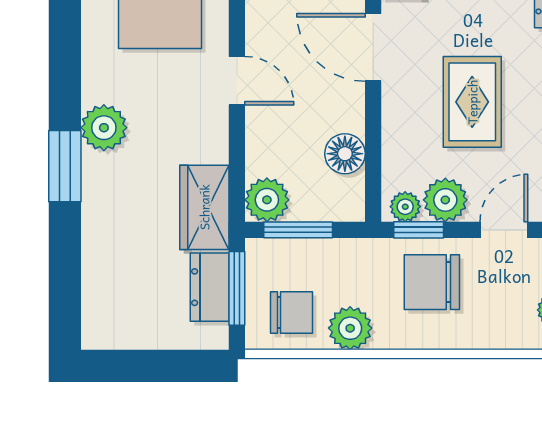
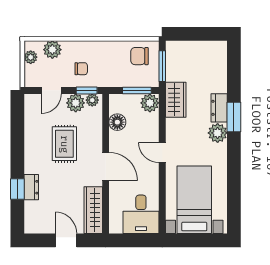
chair: (432, 282) -> (81, 69), width x0.54, depth x0.54
dresser: (210, 287) -> (219, 108), moved, turned 180
plant: (350, 328) -> (52, 50), moved

